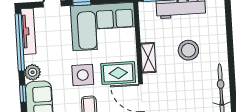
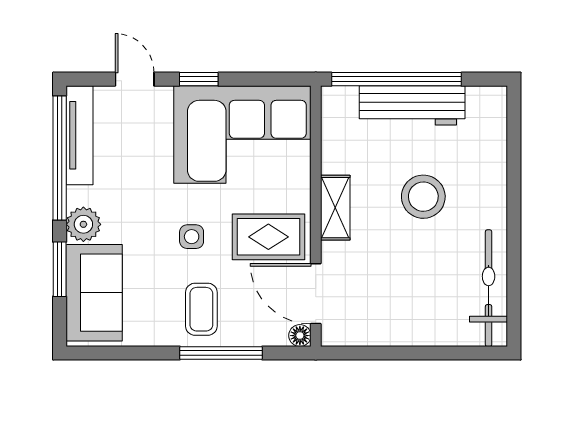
side table: (83, 75) -> (192, 237), width x0.54, depth x0.54
window: (23, 94) -> (60, 269), width x1.50

